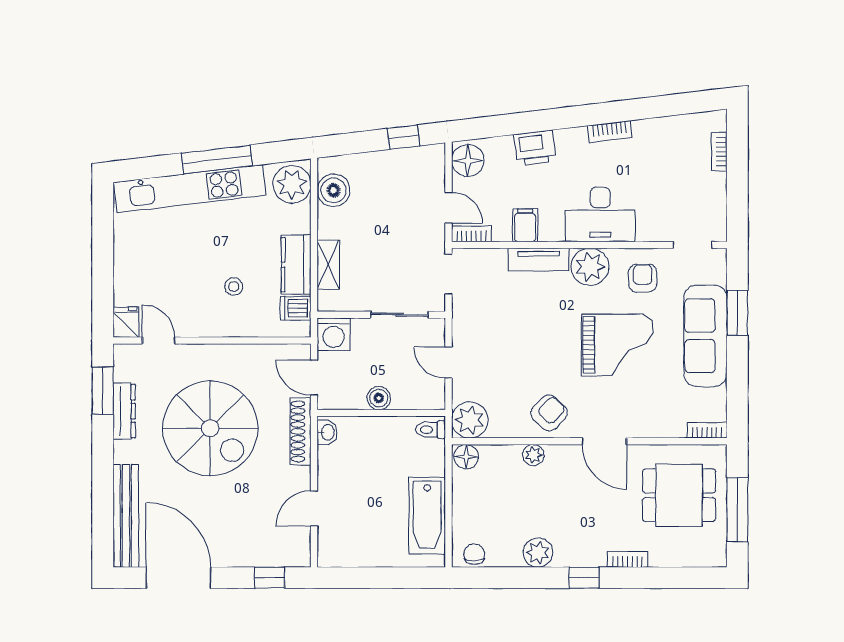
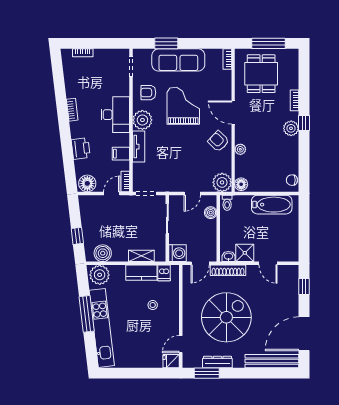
window: (403, 137) -> (77, 236), moved
boiler: (379, 398) -> (211, 213), moved
door: (604, 441) -> (233, 112), swing flipped
shower: (334, 464) -> (245, 253), added
plant: (538, 553) -> (291, 128), moved

